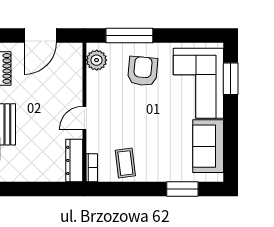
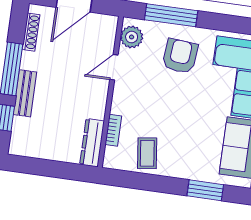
door: (84, 118) -> (114, 67), moved
bookcase: (92, 168) -> (113, 130), moved

